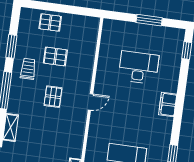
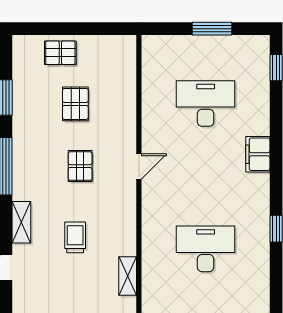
pallet: (55, 56) -> (75, 104), turned 90
trolley: (28, 69) -> (75, 237), moved

